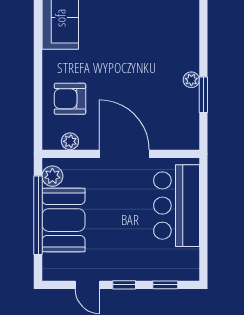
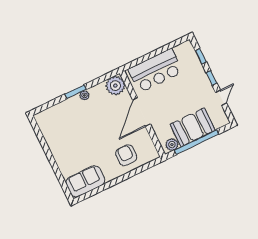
window: (203, 95) -> (76, 92), moved
armchair: (70, 99) -> (126, 155), turned 180
plant: (70, 141) -> (115, 86), moved, width x1.88, depth x1.88

